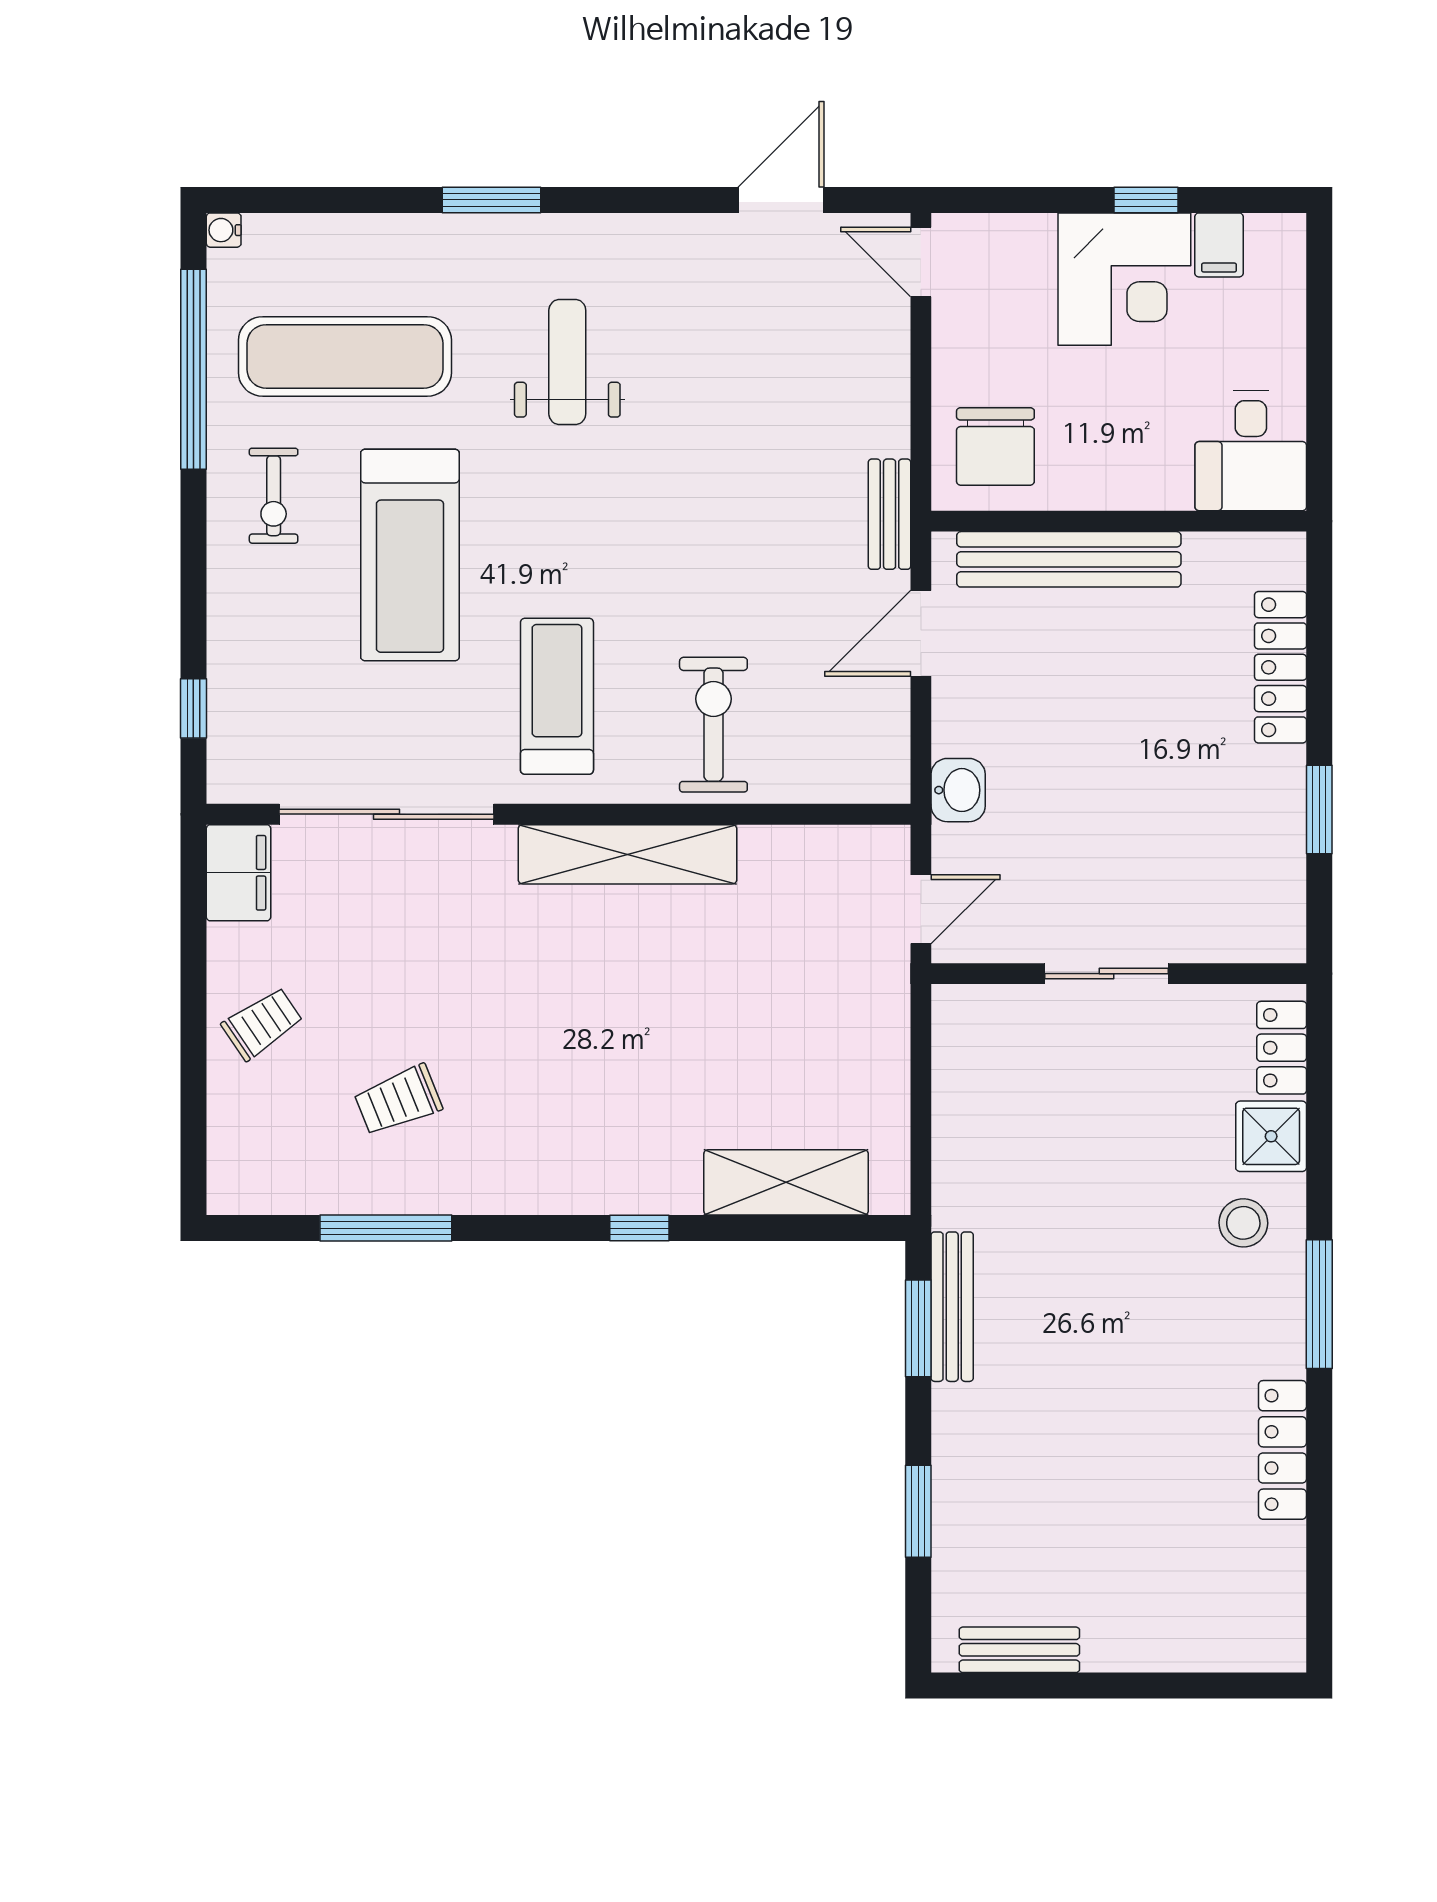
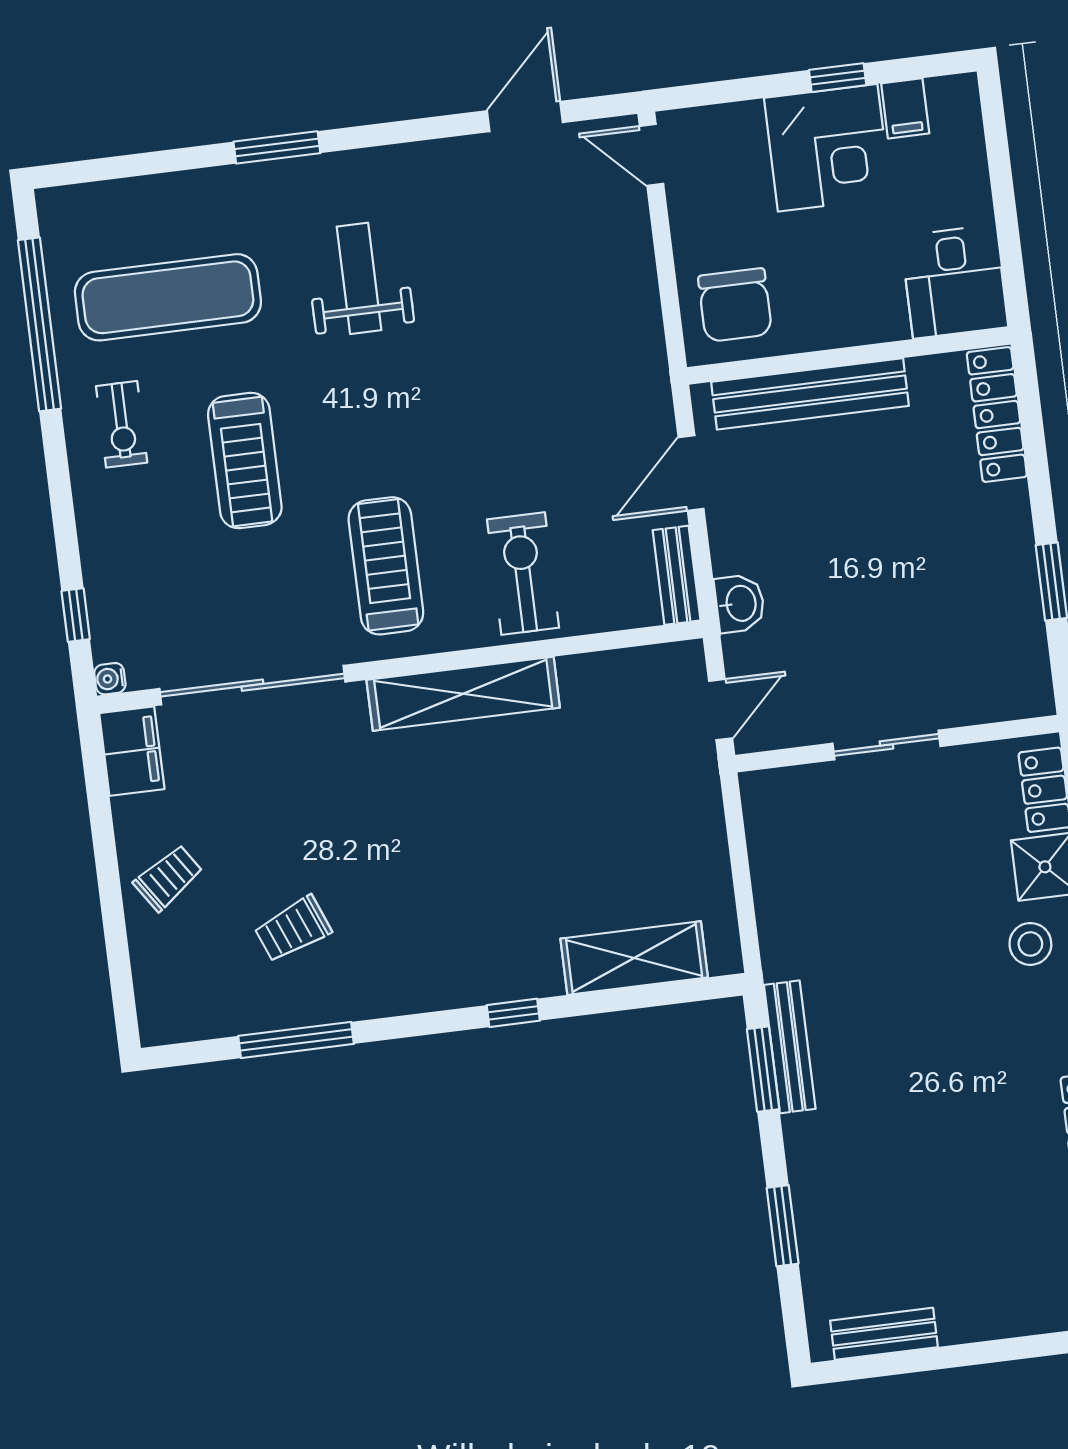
water cooler: (224, 230) -> (110, 679), moved
bench: (890, 514) -> (677, 575), moved
treadmill: (410, 555) -> (245, 461), width x0.73, depth x0.73
locker: (1281, 667) -> (997, 415), moved

